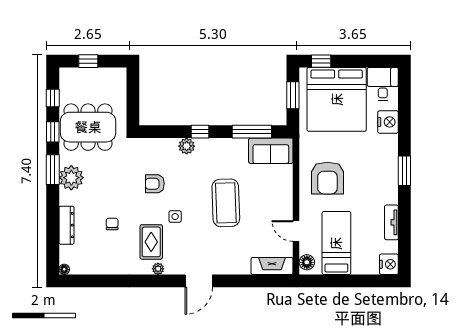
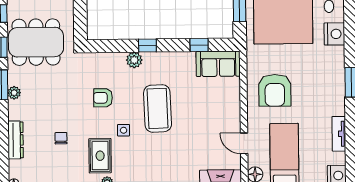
window: (252, 132) -> (199, 45), width x0.46
plant: (71, 178) -> (14, 93), width x0.53, depth x0.53
coffee table: (226, 203) -> (158, 108), moved

